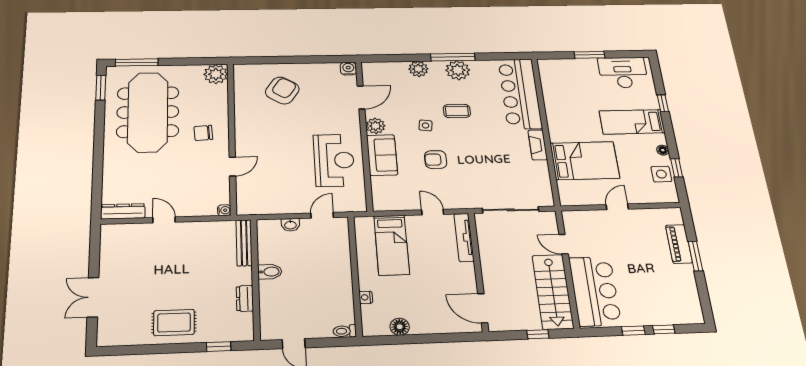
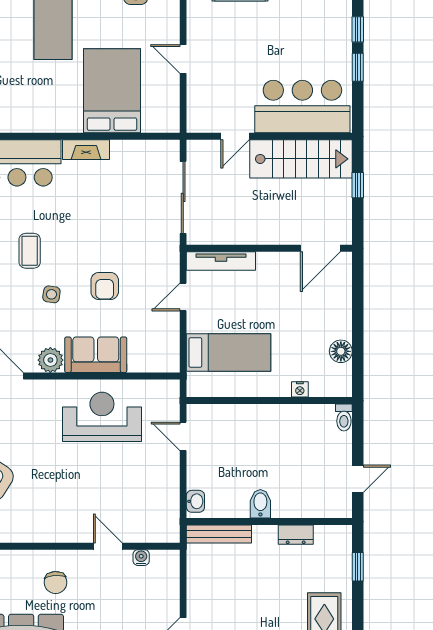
water cooler: (224, 210) -> (141, 558), moved
washbasin: (290, 225) -> (195, 501), moved

